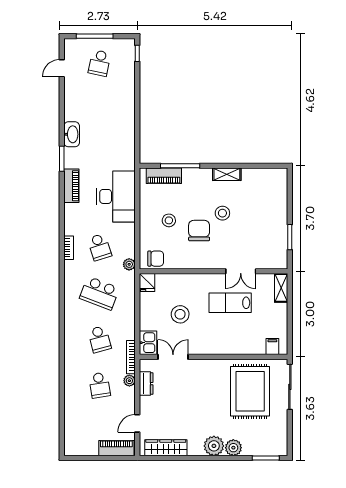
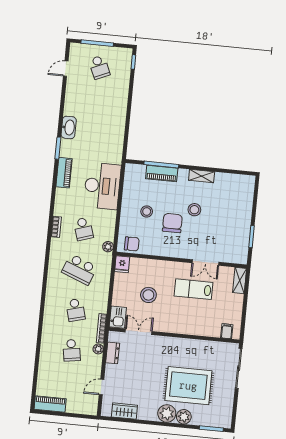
school desk: (100, 63) -> (99, 67), turned -36
piano: (164, 176) -> (162, 173), moved
rug: (250, 391) -> (188, 386), moved, turned 90
piano: (116, 448) -> (50, 404), moved
wardrobe: (166, 448) -> (124, 411), width x0.67

